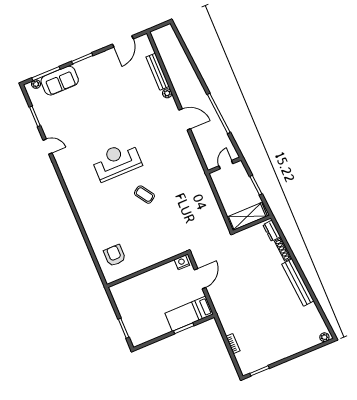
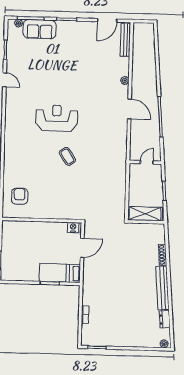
bench: (158, 72) -> (125, 40), moved
dresser: (272, 231) -> (165, 319), moved

